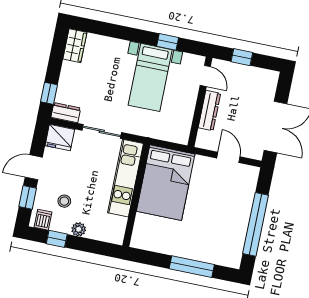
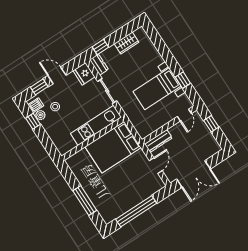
wardrobe: (75, 46) -> (126, 43), moved
dresser: (209, 111) -> (158, 141), moved
plant: (79, 229) -> (40, 115), moved

